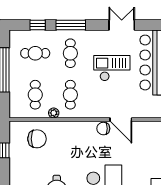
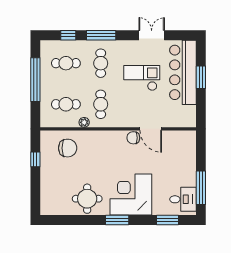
cafe table: (35, 95) -> (66, 104), turned 90

